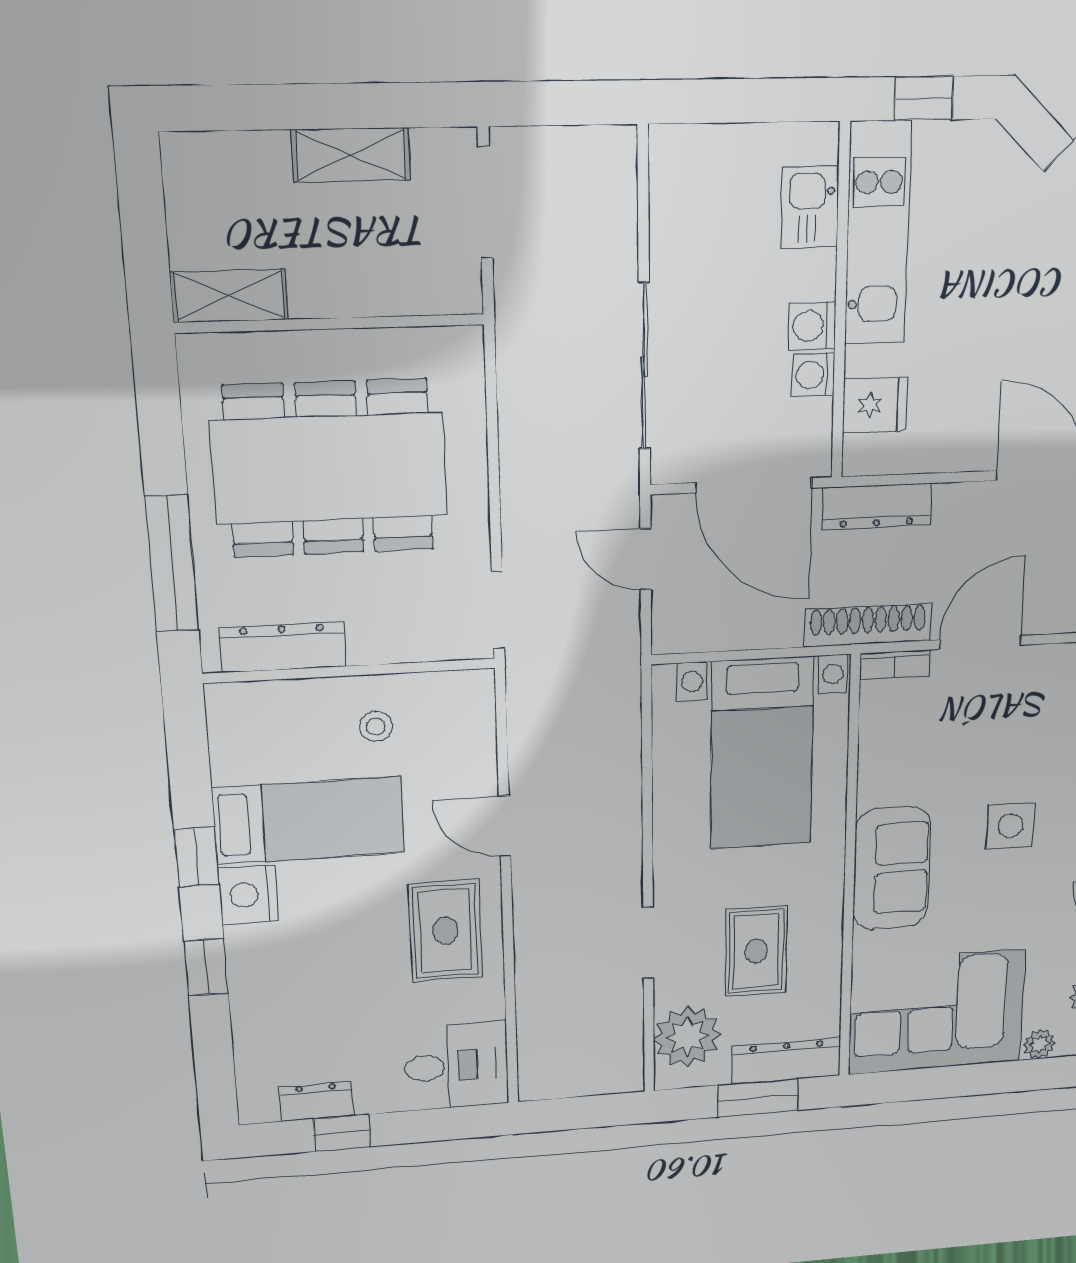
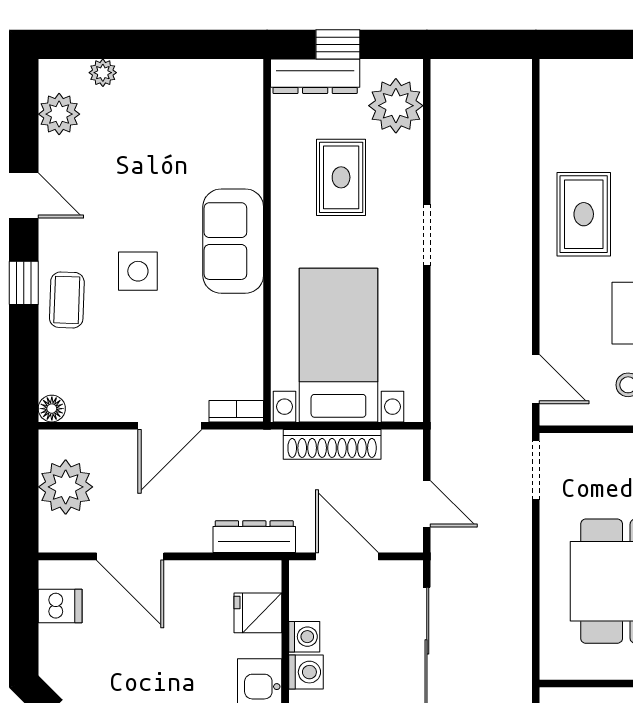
door: (754, 485) -> (347, 556), width x0.73
shoe rack: (868, 625) -> (332, 444), moved
door: (505, 826) -> (536, 379), moved
doorway: (648, 943) -> (427, 235), moved
corner sofa: (937, 1012) -> (191, 110), removed
desk: (456, 1066) -> (579, 96), removed
window: (758, 1098) -> (338, 44), width x0.67

